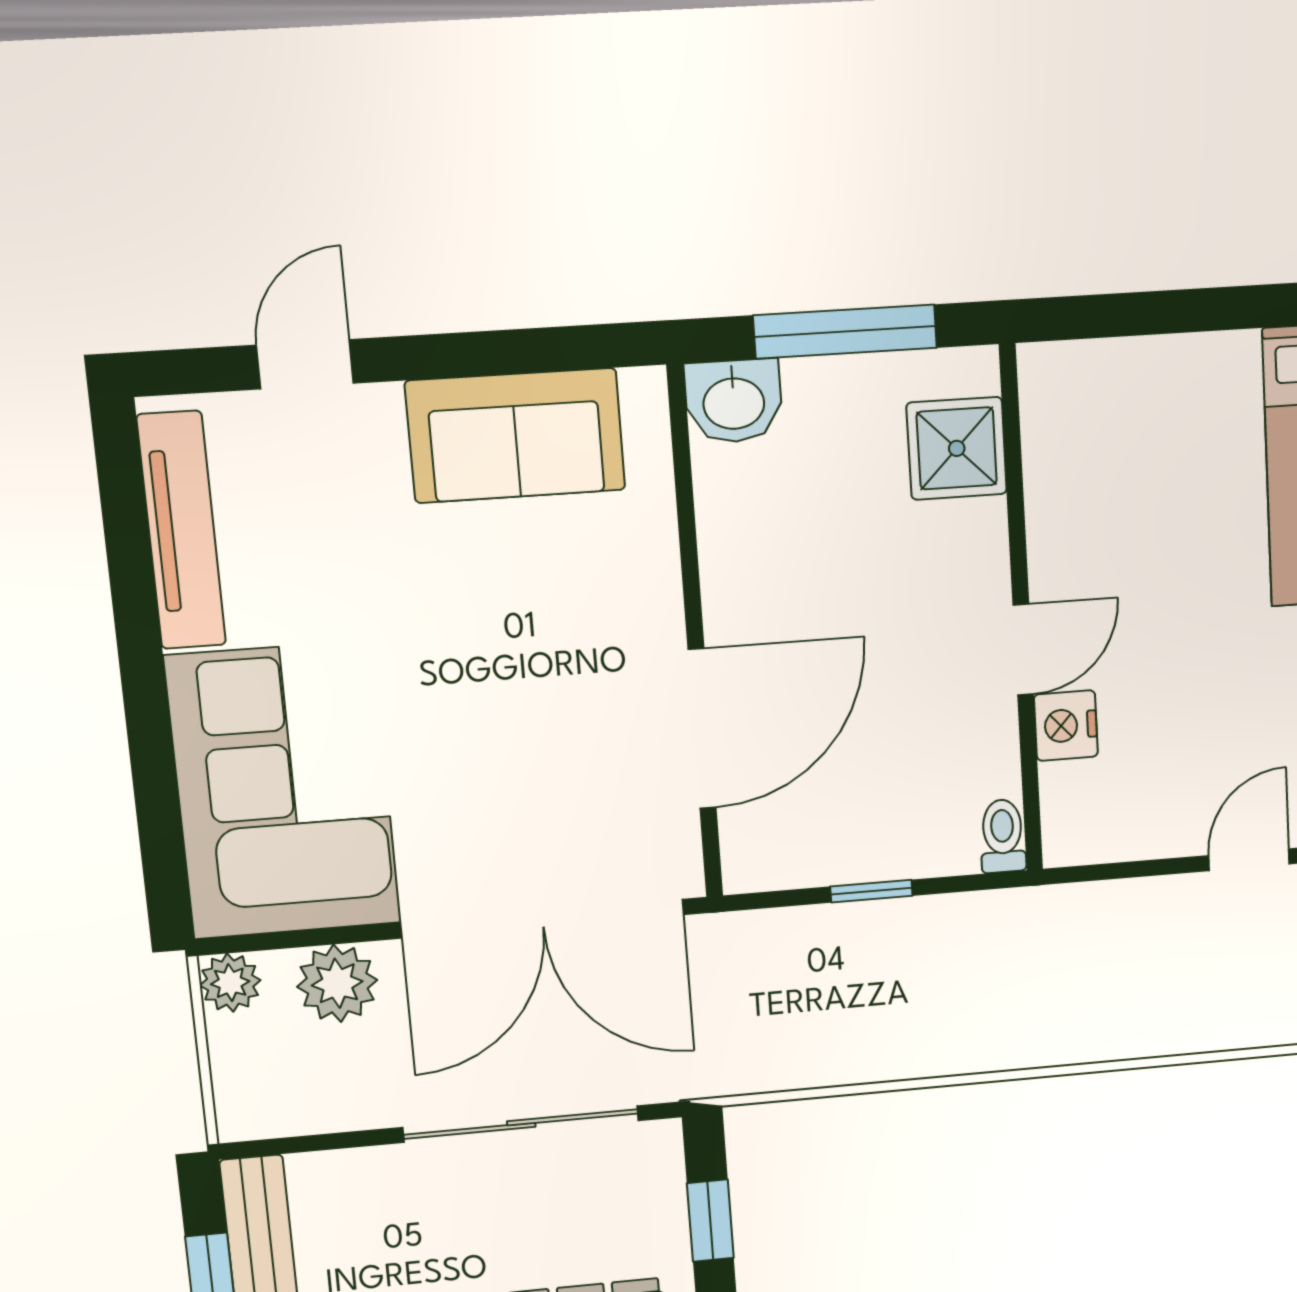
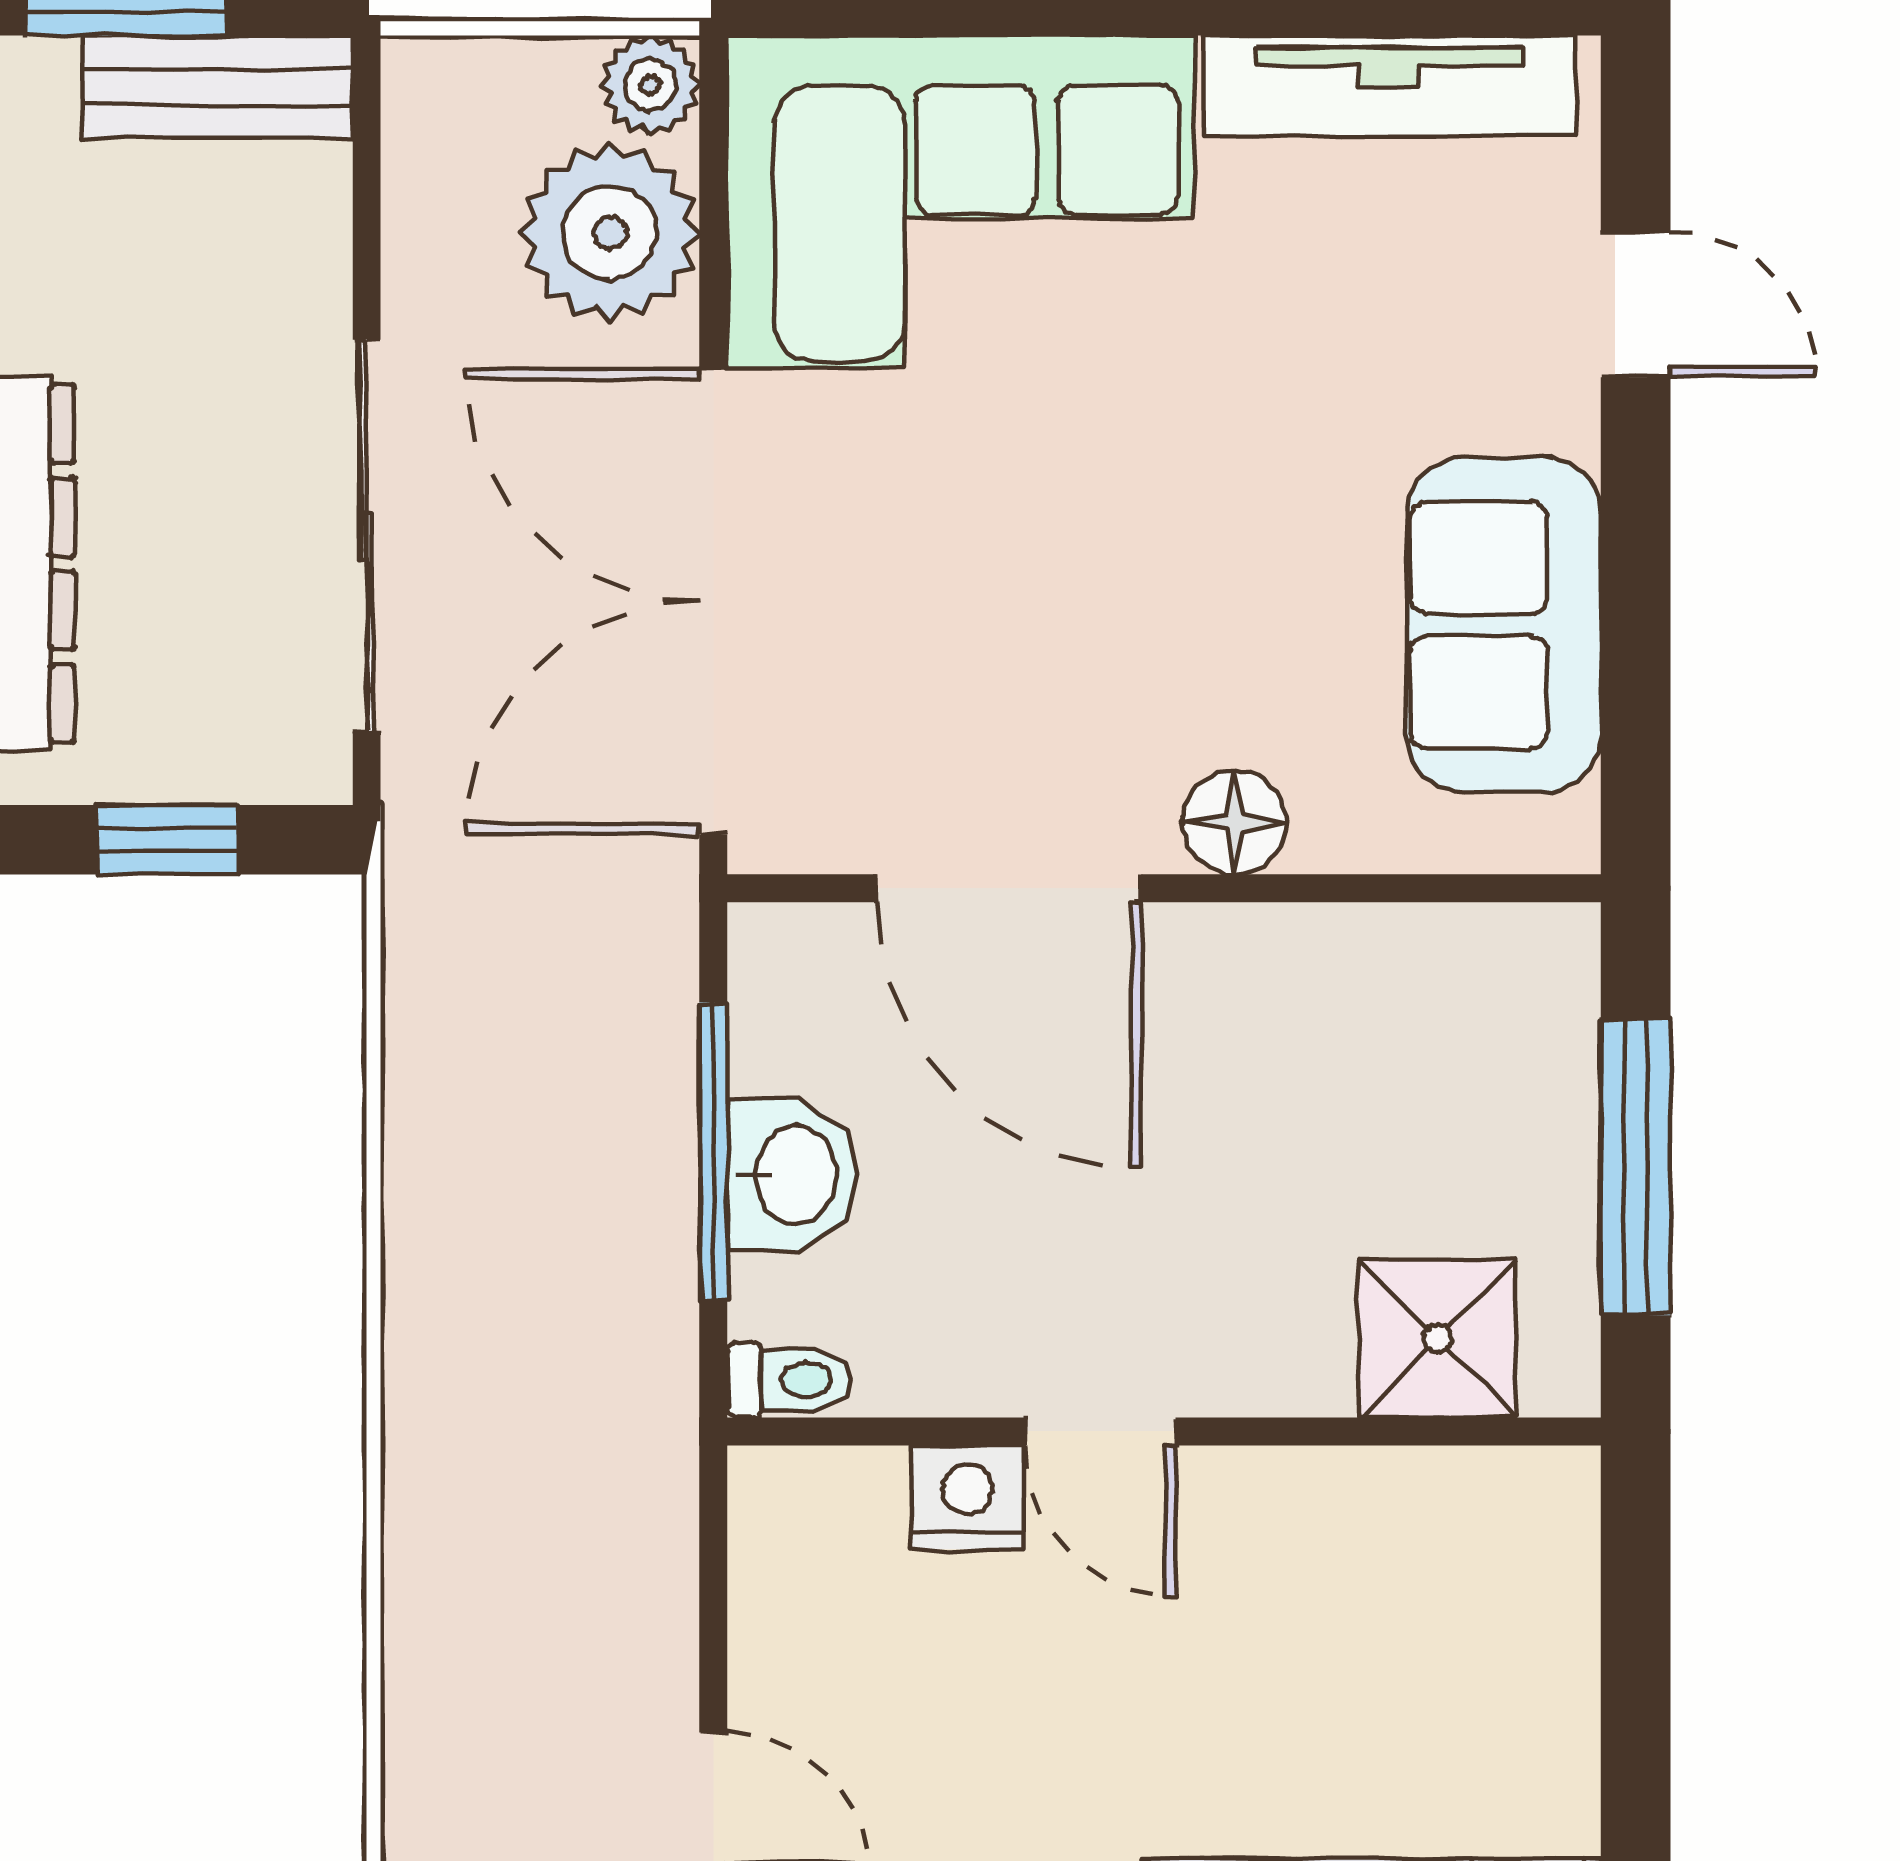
washbasin: (734, 401) -> (792, 1175), moved, turned 180
floor lamp: (652, 595) -> (1234, 822), added
window: (871, 891) -> (713, 1152), width x2.17
plant: (337, 983) -> (610, 233), width x1.36, depth x1.36

